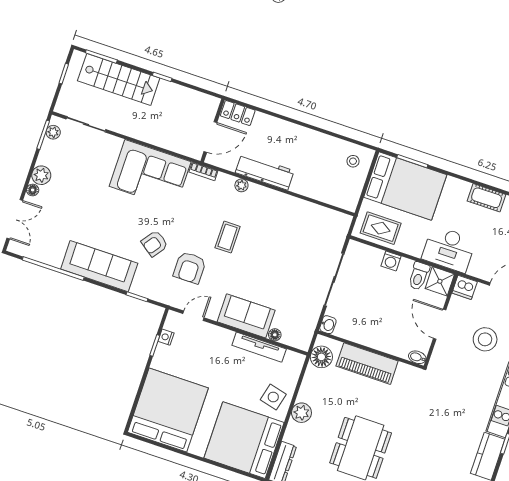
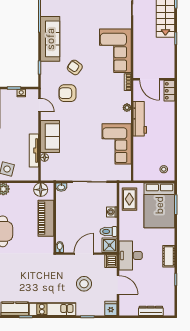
corner sofa: (291, 219) -> (117, 144), added
coffee table: (228, 237) -> (93, 110), removed
desk: (449, 249) -> (131, 255), moved

